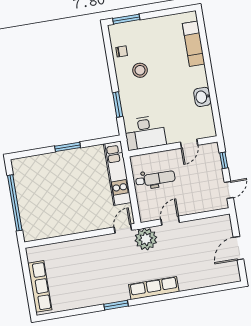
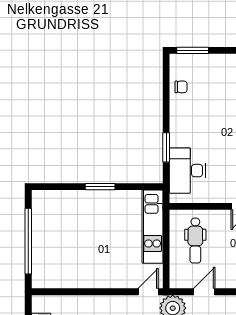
stool: (140, 70) -> (199, 112), removed
desk: (145, 133) -> (187, 171), moved, turned 90
dental chair: (155, 179) -> (195, 240), turned 90

